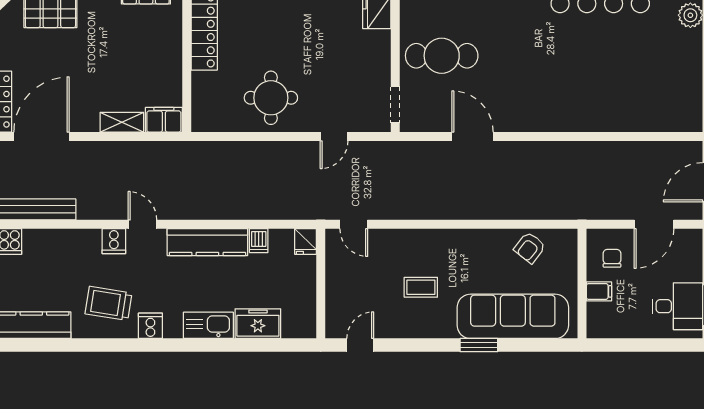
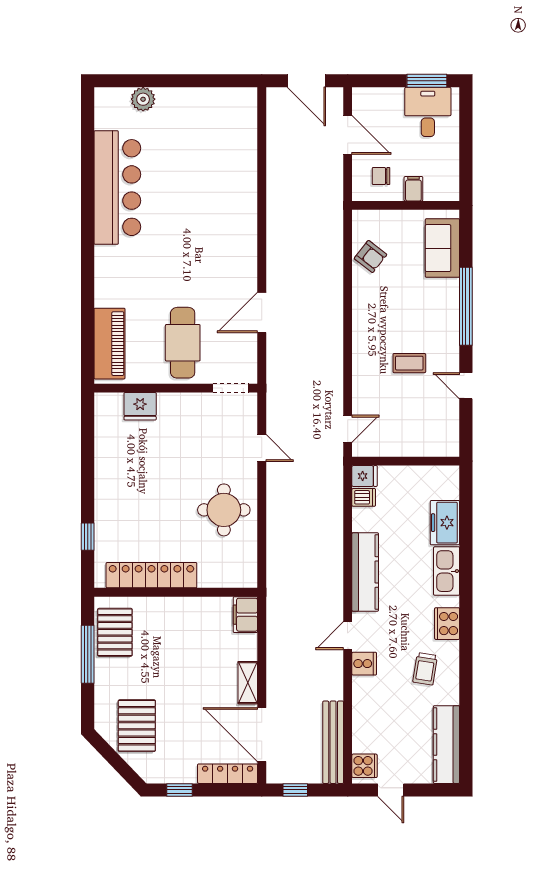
shelving: (122, 122) -> (248, 683), moved
dishwasher: (259, 241) -> (364, 497), moved
coffee table: (421, 287) -> (409, 363), turned 90
trolley: (109, 303) -> (425, 669), width x0.73, depth x0.72
sofa: (513, 316) -> (442, 248), width x0.54, depth x0.79
cooker: (150, 326) -> (447, 624), width x1.36
door: (360, 345) -> (466, 386), moved
window: (479, 345) -> (466, 306), width x2.11

